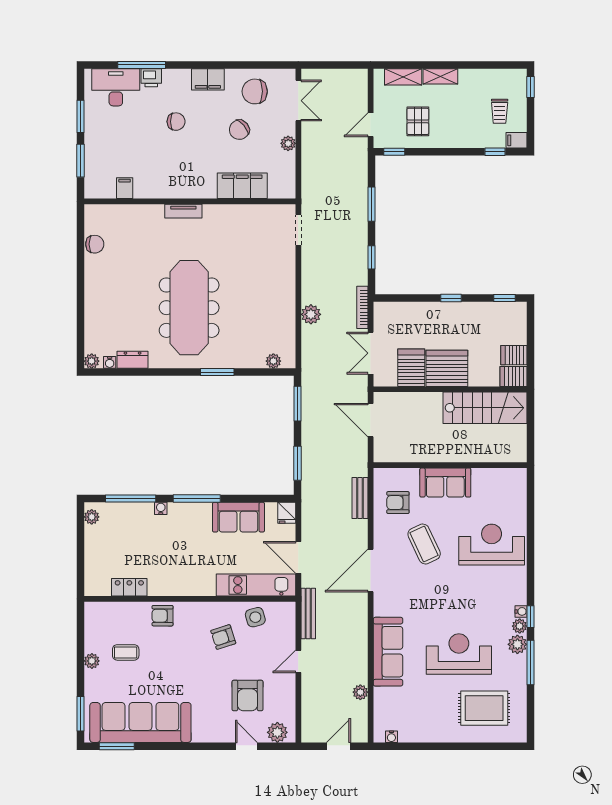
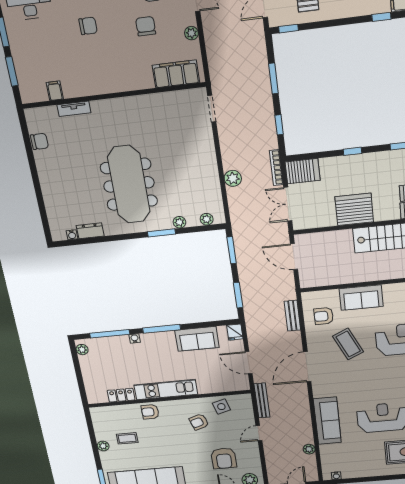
chair: (239, 130) -> (146, 26), turned 130
filing cabinet: (242, 186) -> (176, 74), moved
tv unit: (183, 211) -> (74, 109), moved
plant: (92, 361) -> (179, 222), moved
server rack: (411, 368) -> (303, 171), moved, turned 90
kitchen unit: (256, 585) -> (166, 390), moved

